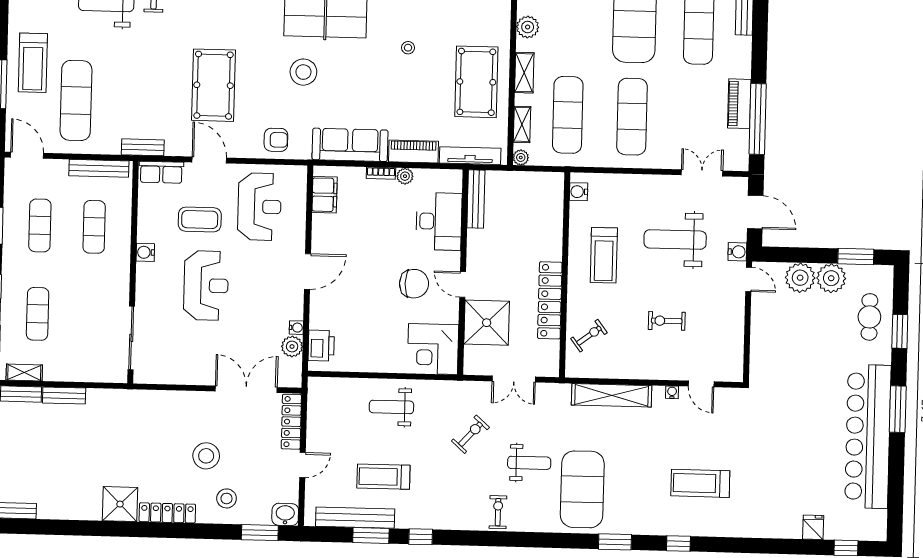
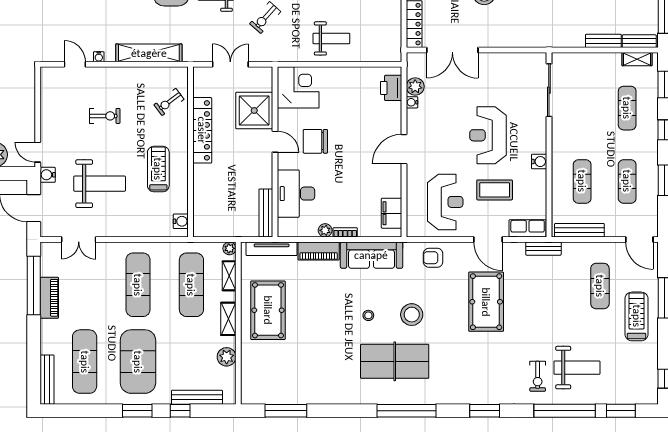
stool: (408, 48) -> (368, 315), moved
exercise mat: (76, 100) -> (600, 286), width x0.73, depth x0.69
reception desk: (259, 207) -> (445, 202), turned 180

